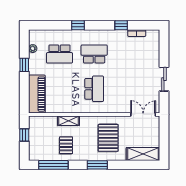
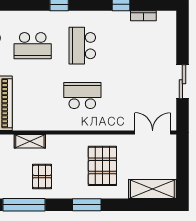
school desk: (94, 54) -> (82, 46), turned -90
school desk: (94, 89) -> (82, 96), turned -90
shelving: (68, 121) -> (30, 141), moved

